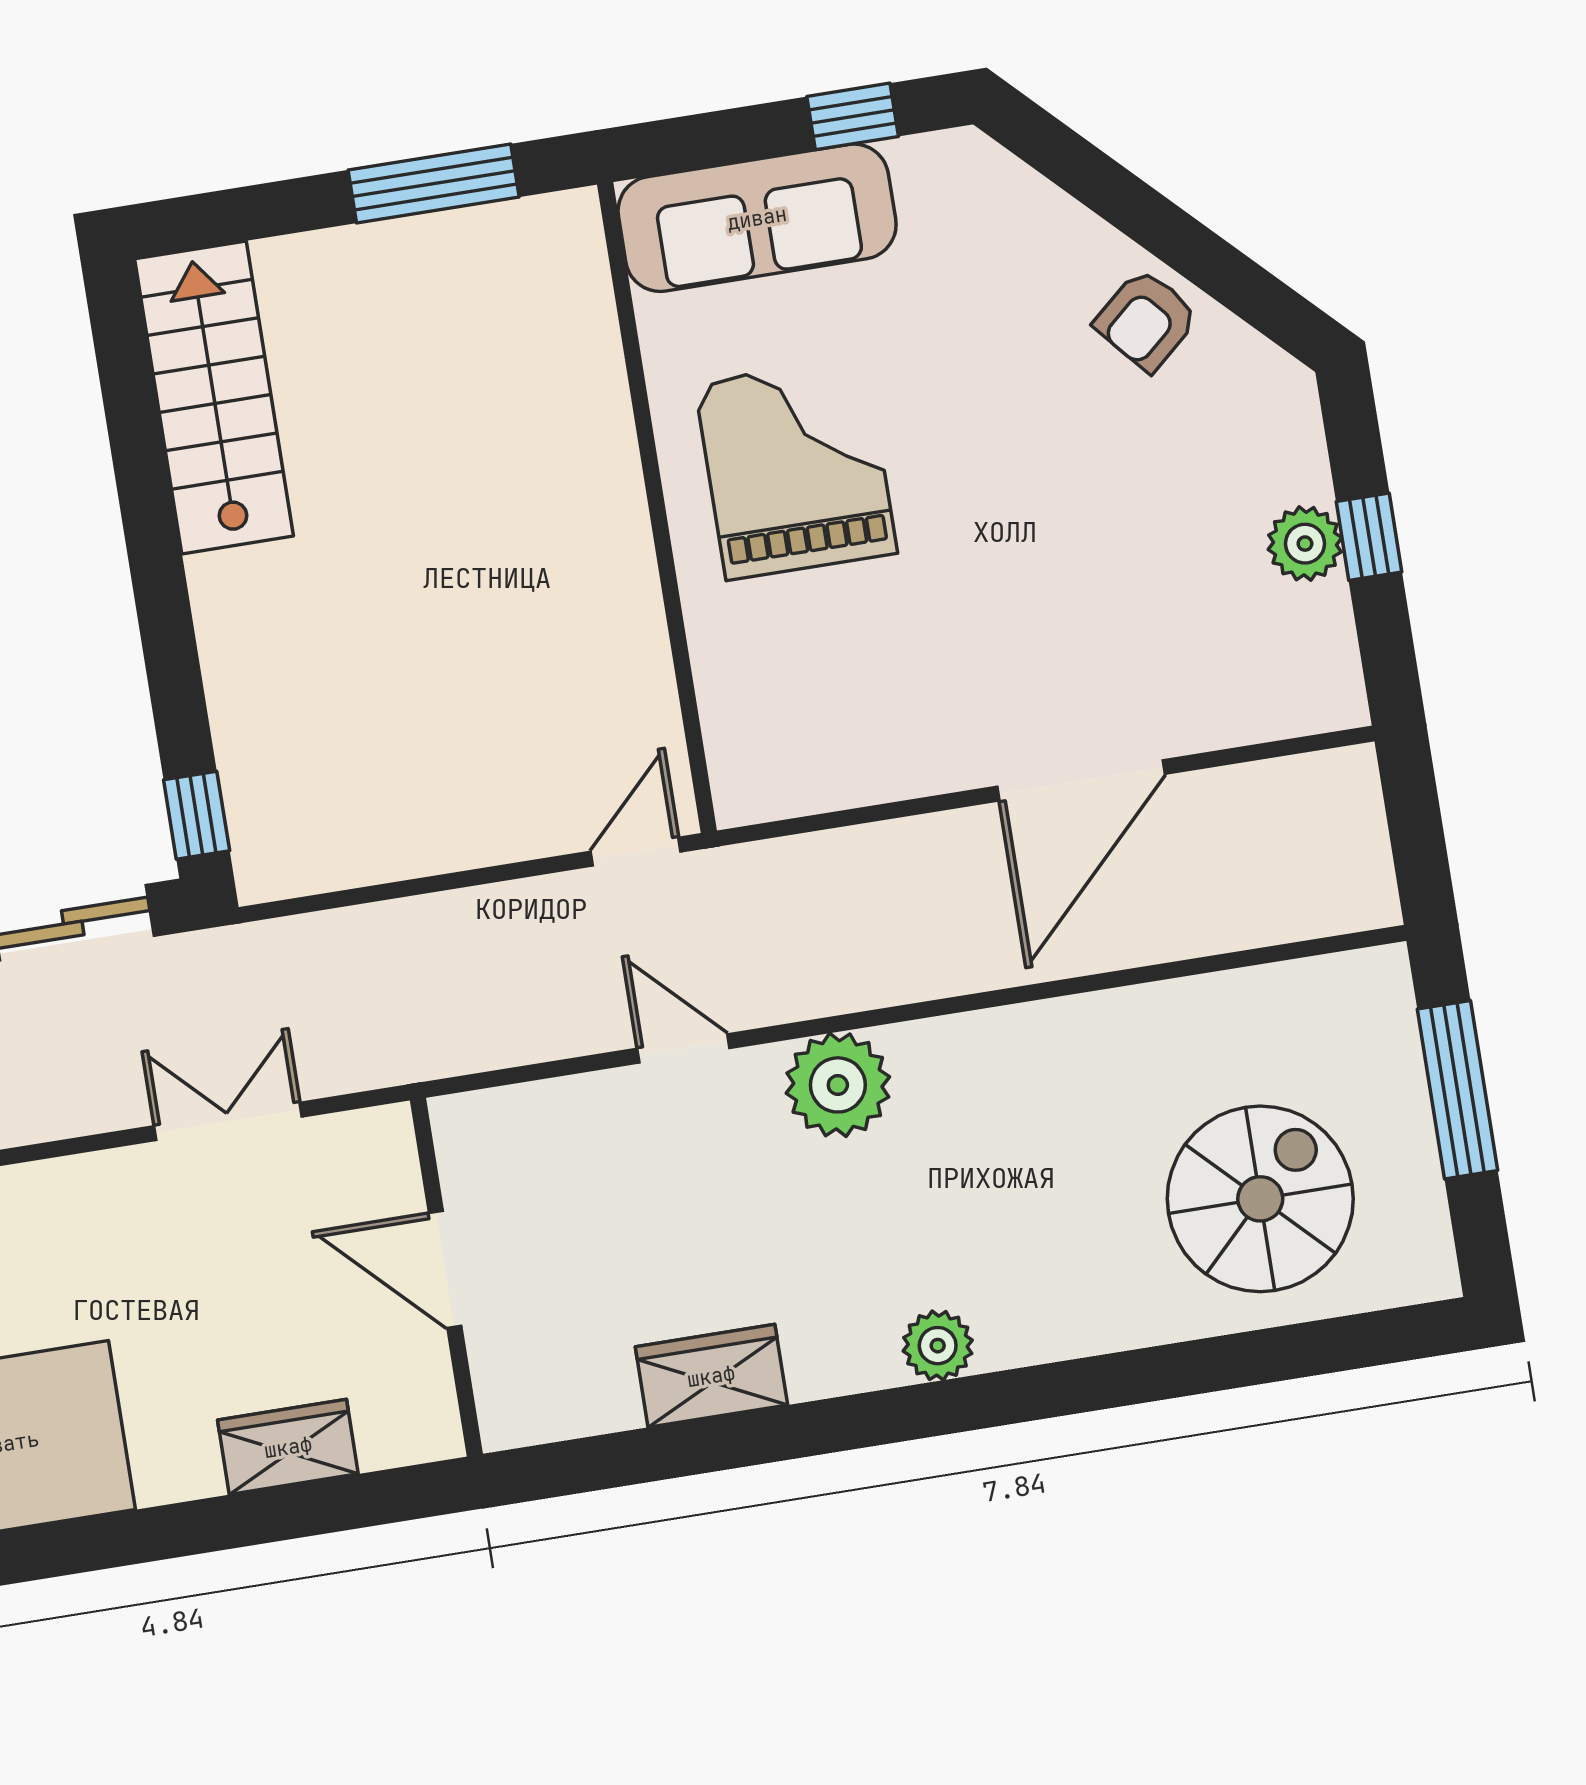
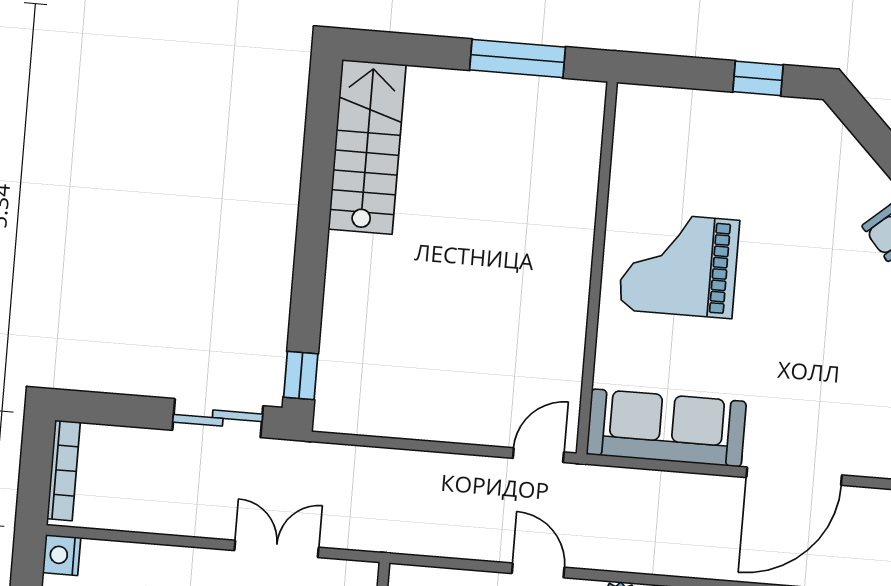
sofa: (757, 218) -> (666, 428), moved, turned 180
grand piano: (796, 468) -> (679, 265), turned -90

